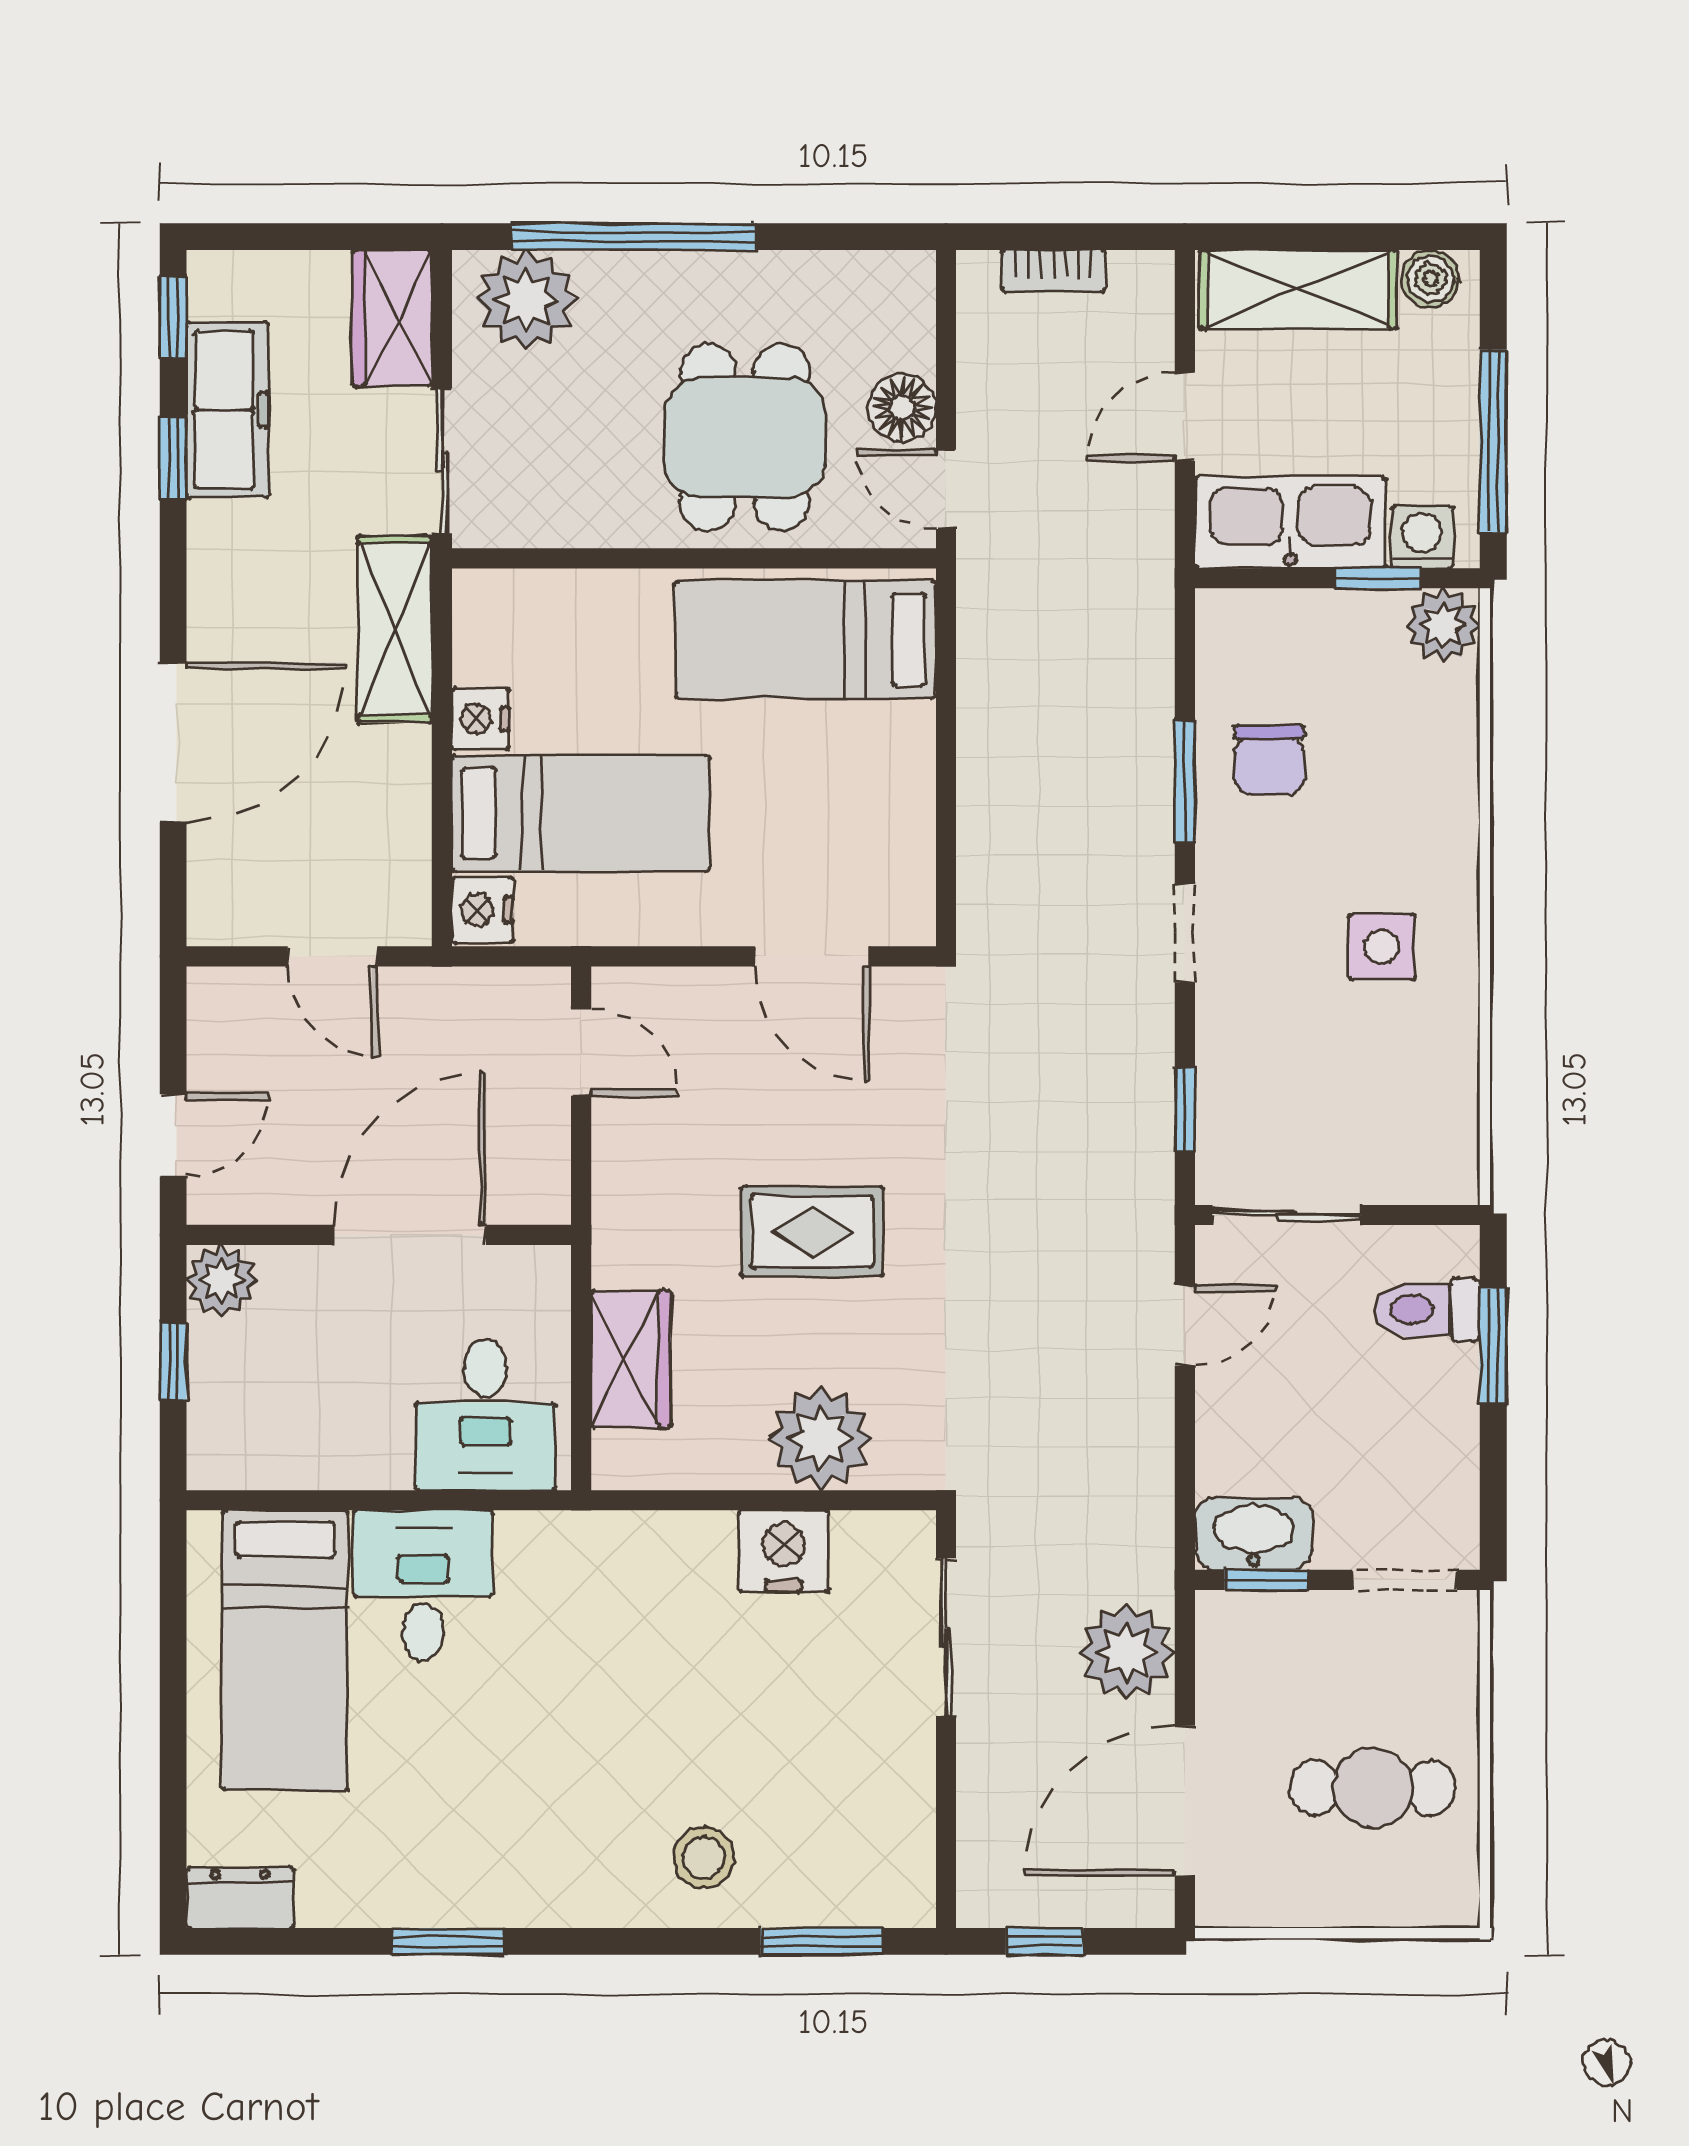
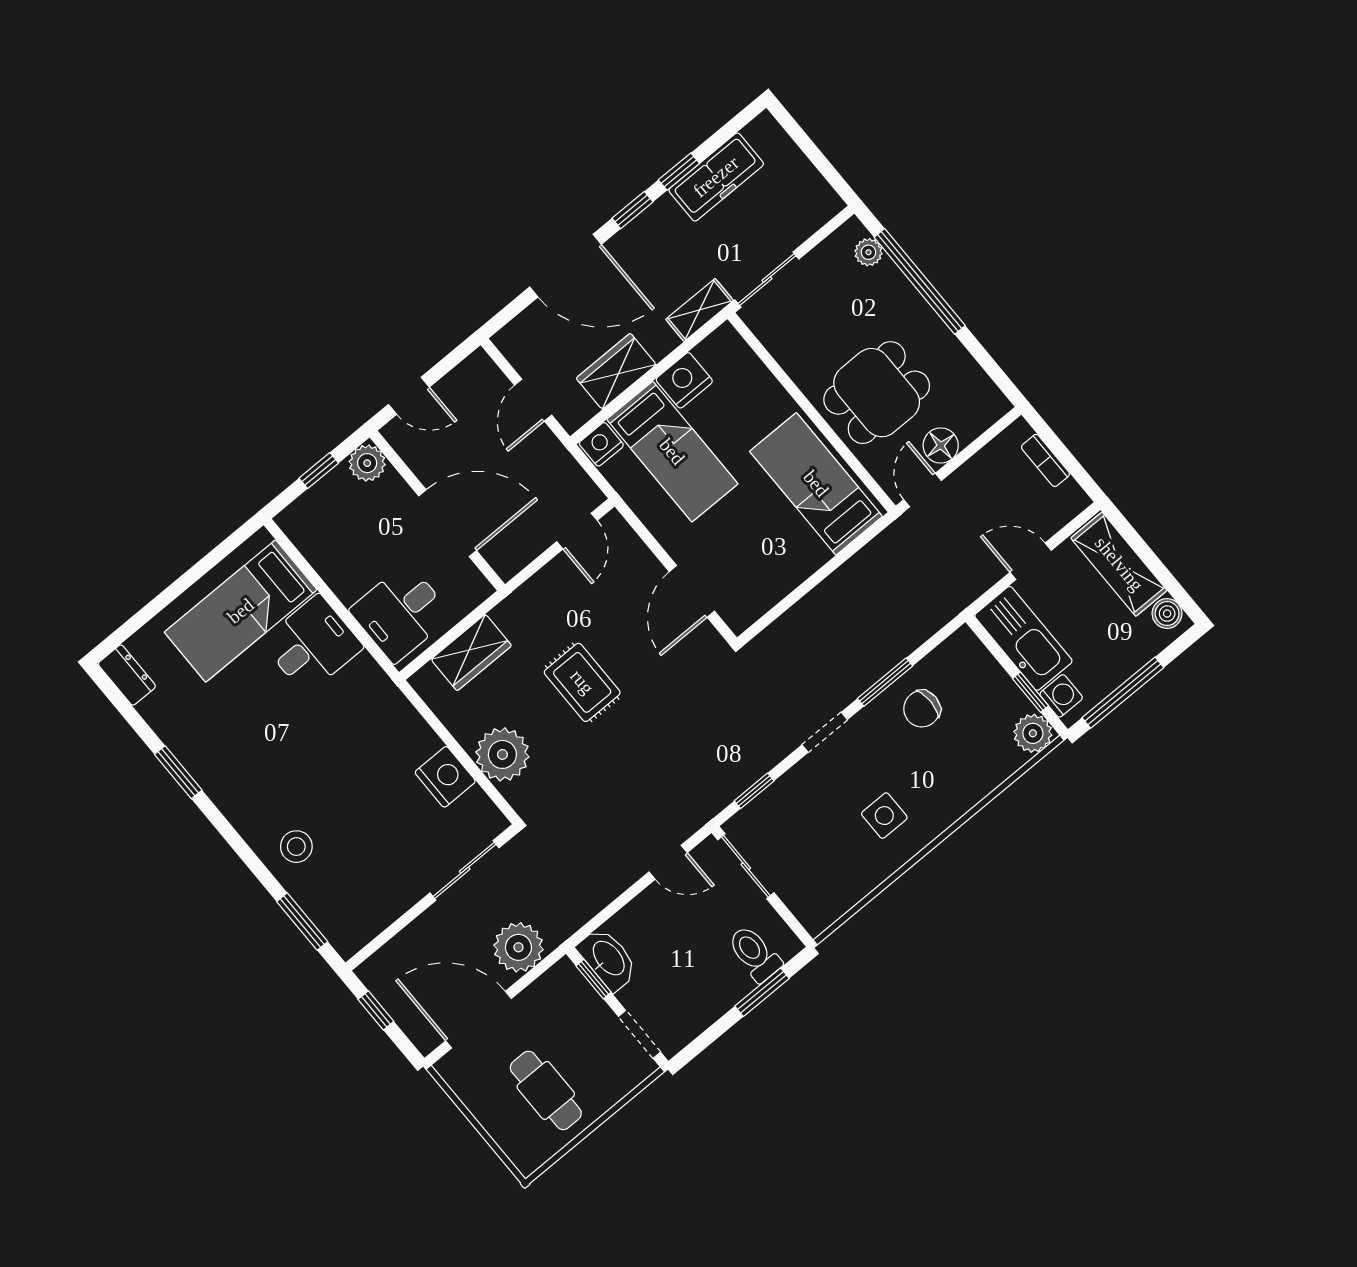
plant: (526, 300) -> (868, 252), width x0.53, depth x0.53
window: (173, 317) -> (633, 210), moved
wardrobe: (392, 318) -> (616, 371), moved
shelving: (395, 629) -> (700, 310), width x0.67, depth x0.75
nightstand: (480, 719) -> (684, 380), width x1.36, depth x1.33

